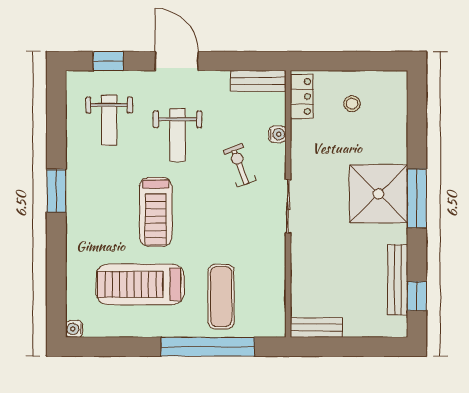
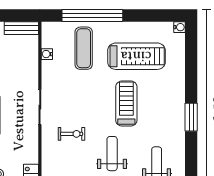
water cooler: (277, 134) -> (47, 54), moved
exercise bike: (240, 165) -> (72, 134), turned -69

